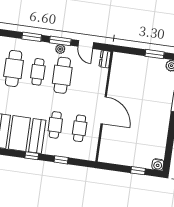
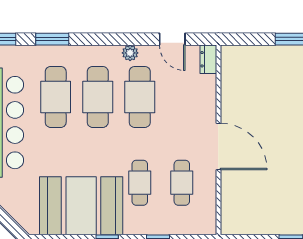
window: (32, 37) -> (52, 39), moved
window: (60, 41) -> (128, 39), removed
cafe table: (38, 72) -> (98, 97), width x1.37, depth x1.35

